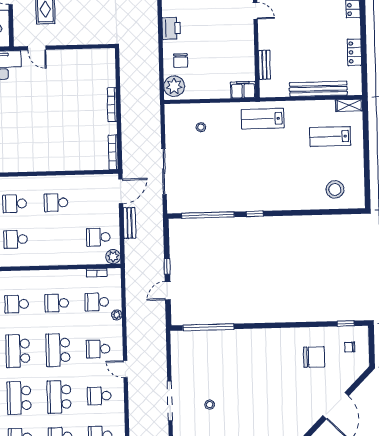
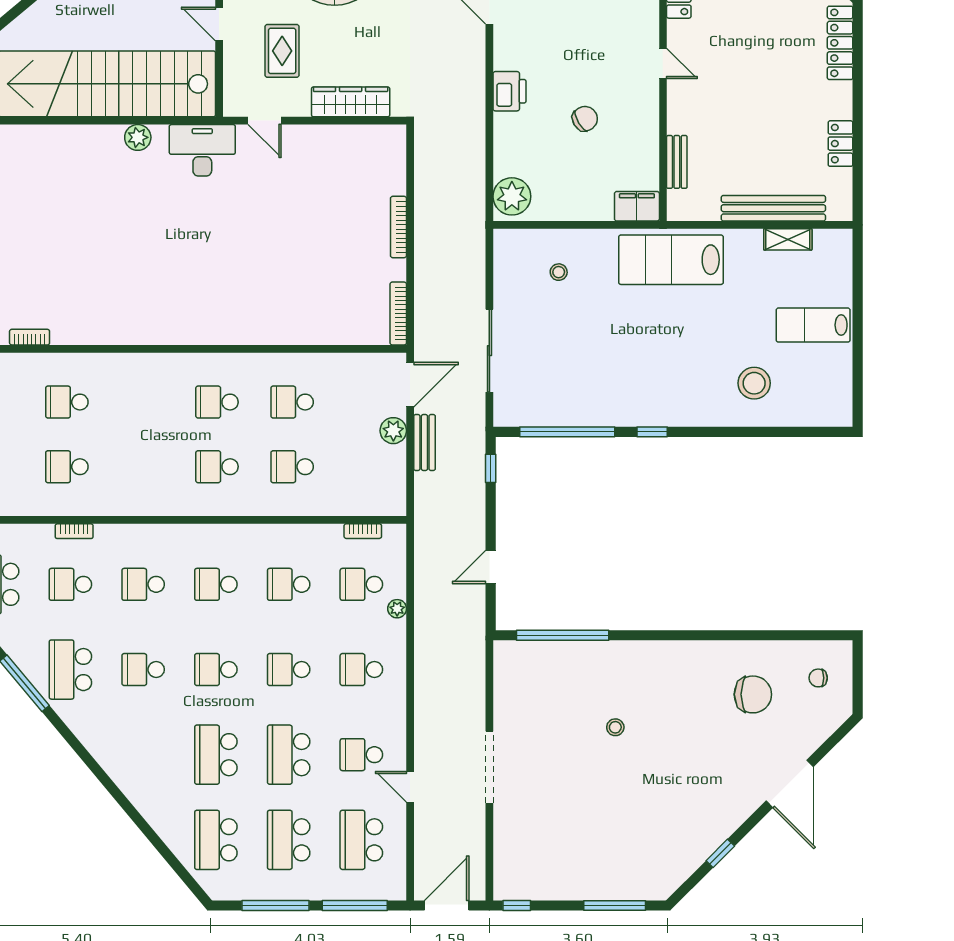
wardrobe: (84, 36) -> (351, 102), added
chair: (181, 60) -> (585, 119), moved, turned -121
shelving: (349, 105) -> (788, 239), moved
lab bench: (263, 119) -> (671, 260), width x1.36, depth x1.39
lab bench: (330, 136) -> (813, 325), moved
stool: (335, 189) -> (754, 383), moved
school desk: (98, 237) -> (292, 467), moved
plant: (113, 257) -> (393, 431), moved
window: (167, 266) -> (491, 468), moved
window: (346, 324) -> (812, 635), removed
school desk: (58, 350) -> (289, 670), width x0.54
school desk: (18, 351) -> (216, 670), width x0.54
door: (125, 369) -> (410, 787), moved
stool: (210, 405) -> (615, 727), moved

